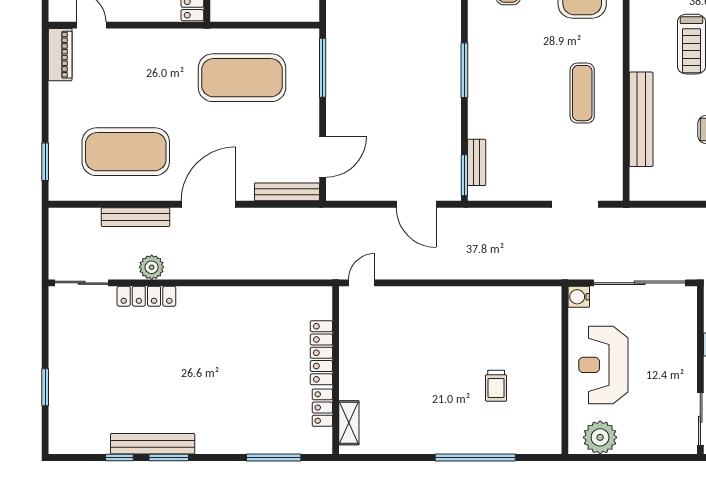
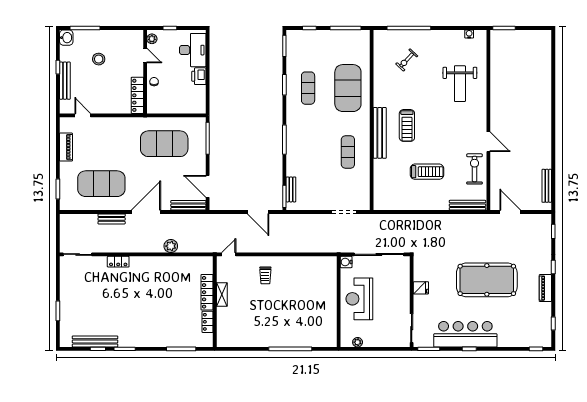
piano: (60, 55) -> (66, 147), moved
bench: (641, 119) -> (380, 133), moved
door: (323, 157) -> (208, 186), swing flipped
bench: (136, 217) -> (112, 219), width x0.73
plant: (152, 267) -> (171, 246), moved
locker: (146, 296) -> (118, 262), width x0.66
trolley: (496, 386) -> (265, 275), moved
shelving: (349, 423) -> (222, 294), moved
plant: (600, 437) -> (358, 342), width x0.53, depth x0.53
bench: (153, 444) -> (95, 341), moved

